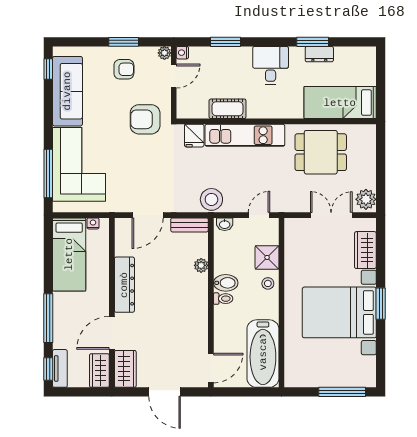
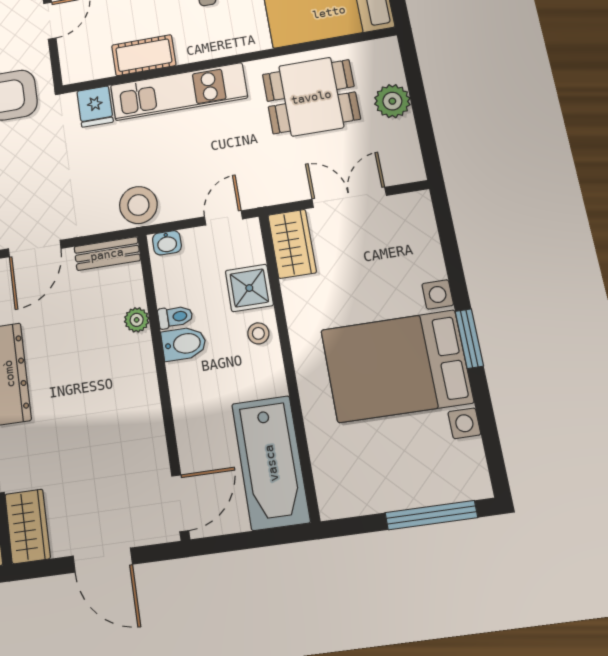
plant: (366, 199) -> (392, 101), moved
wardrobe: (365, 250) -> (292, 244), moved, turned 180
toilet: (223, 299) -> (175, 317), moved

